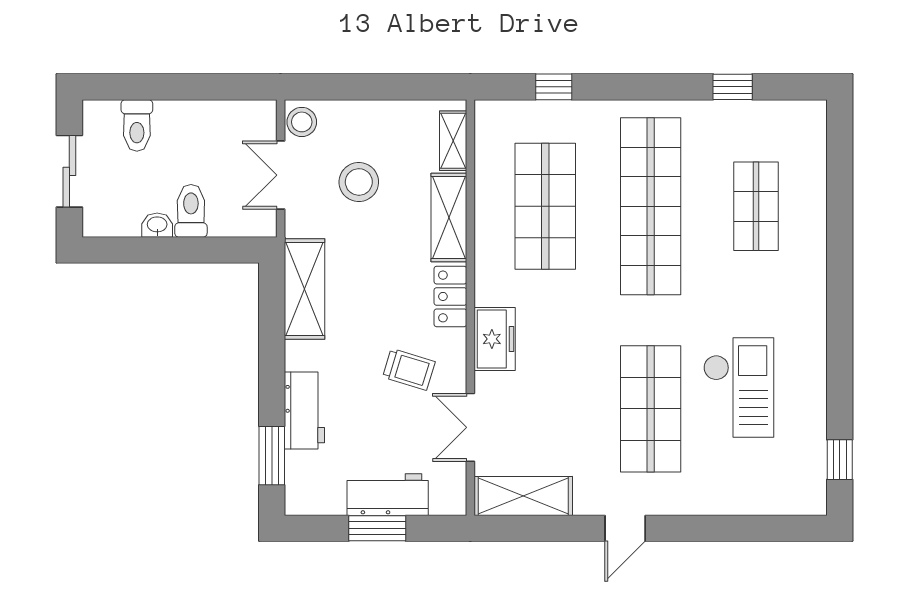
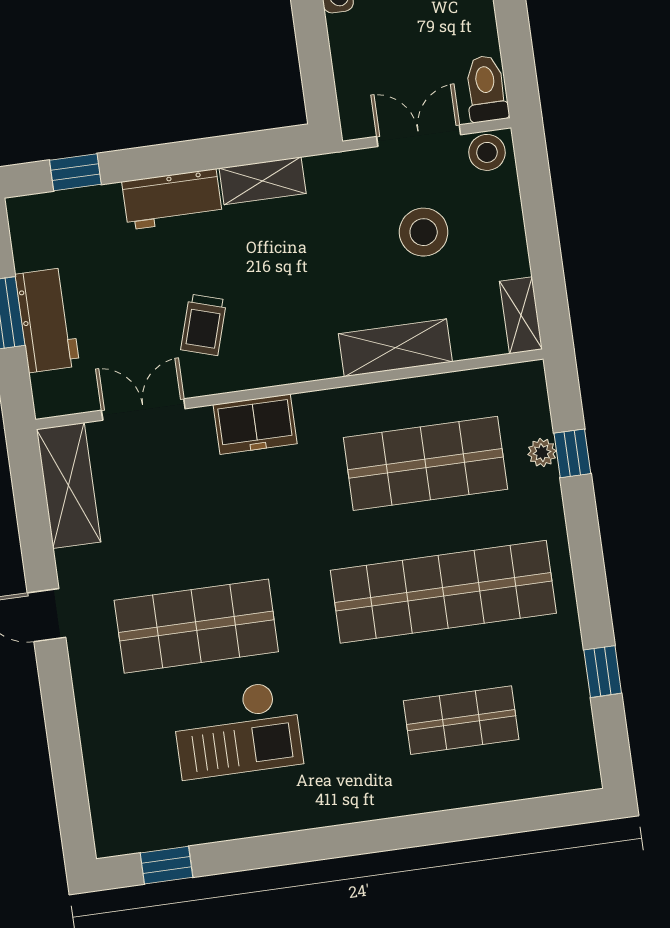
plant: (550, 111) -> (542, 453), added
shelving: (453, 141) -> (521, 315), moved, turned 90
toilet: (191, 211) -> (486, 89), moved, turned -90
shelving: (305, 289) -> (263, 181), width x0.67, depth x0.75
locker: (450, 296) -> (299, 363), removed
workbench: (304, 410) -> (172, 199), moved
window: (272, 456) -> (75, 172), width x0.67

